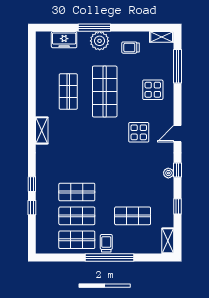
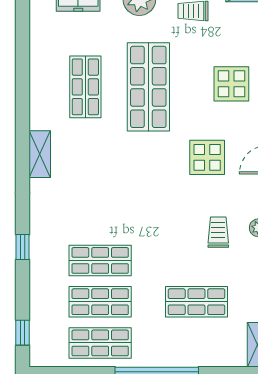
window: (32, 208) -> (23, 333), moved
trolley: (106, 243) -> (218, 232), moved

